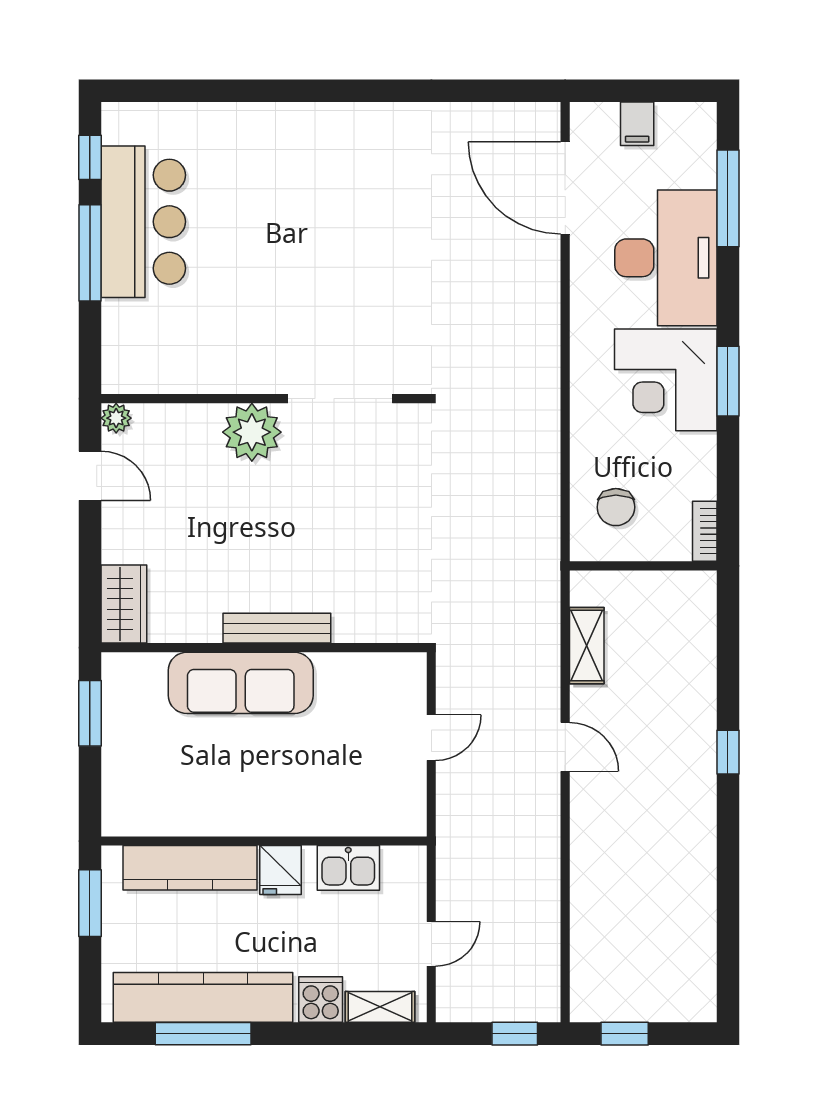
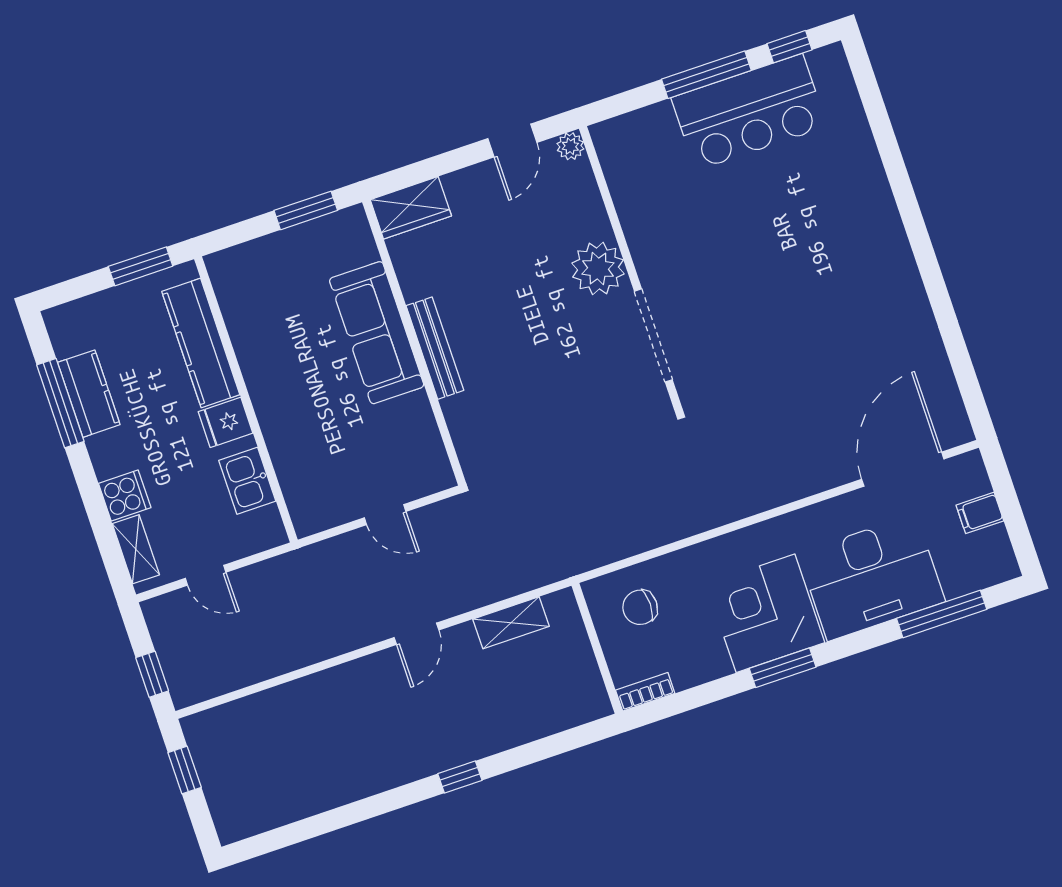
kitchen counter: (203, 997) -> (89, 394), width x0.48, depth x0.86

